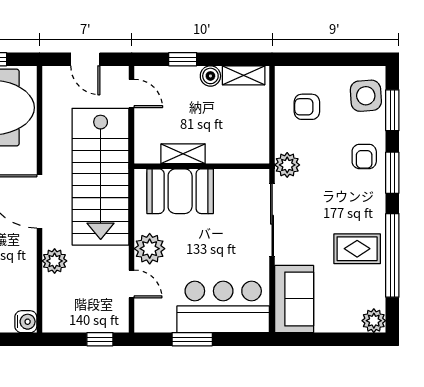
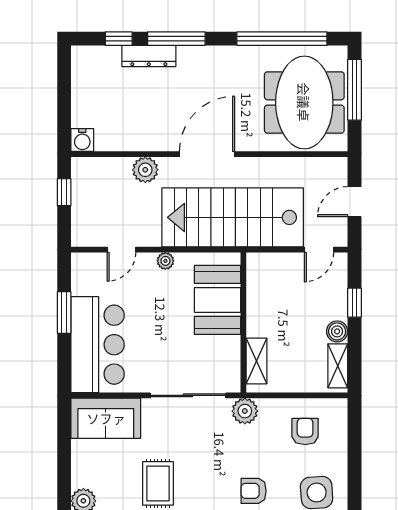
shelving: (183, 154) -> (256, 361), moved
plant: (150, 249) -> (165, 261), width x0.53, depth x0.53
window: (100, 339) -> (64, 192), moved

